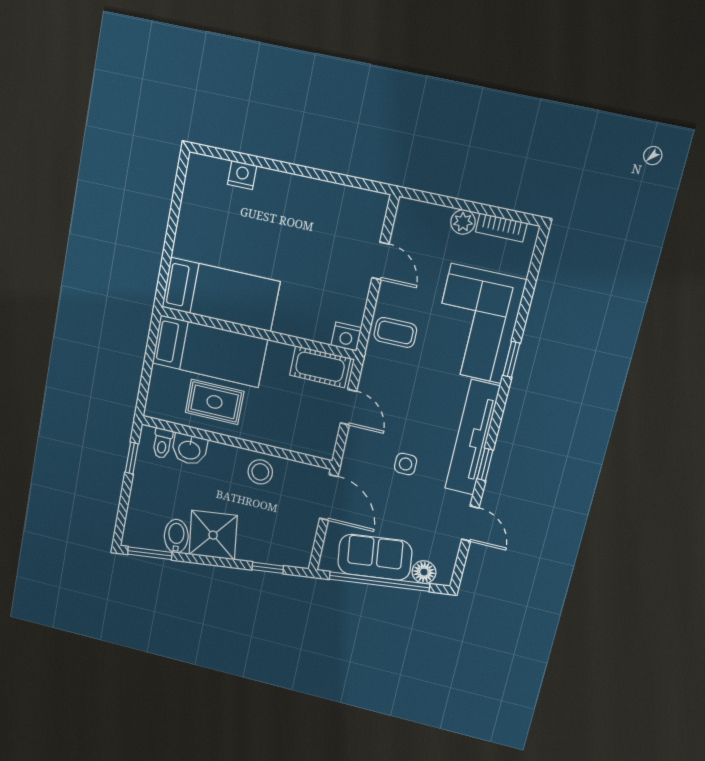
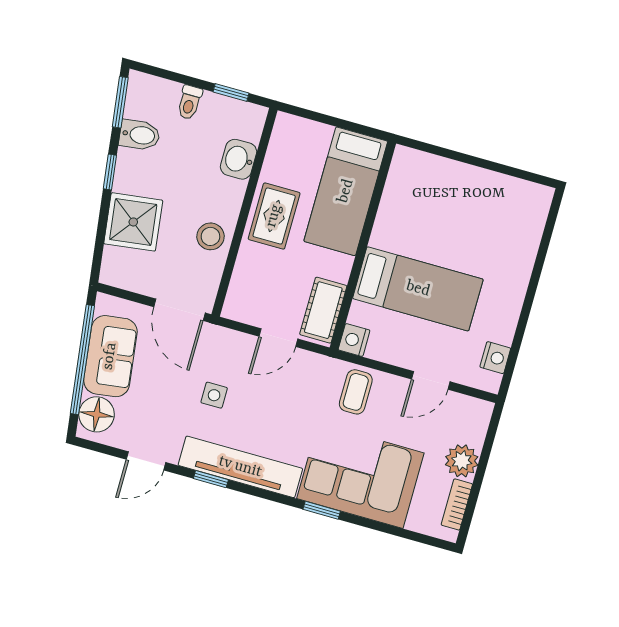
nightstand: (242, 175) -> (495, 358), moved
plant: (463, 222) -> (462, 461), width x1.38, depth x1.38
bed: (221, 294) -> (418, 289), moved, turned -90
rug: (215, 402) -> (274, 216), moved
toilet: (162, 443) -> (189, 102), moved, turned -90
door: (329, 497) -> (179, 310), hinge flipped
shower: (213, 535) -> (133, 222), moved
window: (268, 568) -> (110, 172), moved
floor lamp: (424, 572) -> (97, 414), width x1.38, depth x1.38

